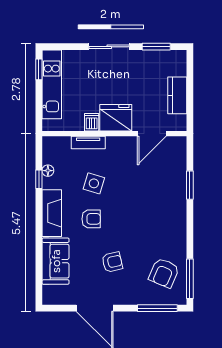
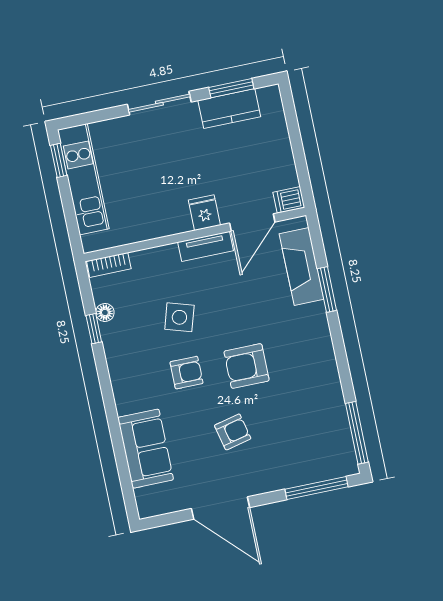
kitchen counter: (177, 95) -> (229, 109), moved, turned -90
fridge: (116, 118) -> (204, 213), width x0.53, depth x0.75
dishwasher: (92, 122) -> (289, 200), moved, turned -90
bookcase: (57, 141) -> (109, 265), added
tv unit: (88, 142) -> (206, 246), moved
fireplace: (52, 213) -> (302, 266), moved, turned 180
armchair: (164, 273) -> (247, 366), moved, turned 67

